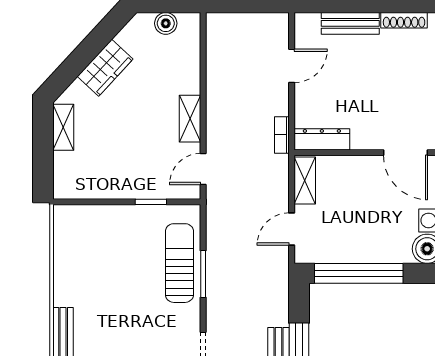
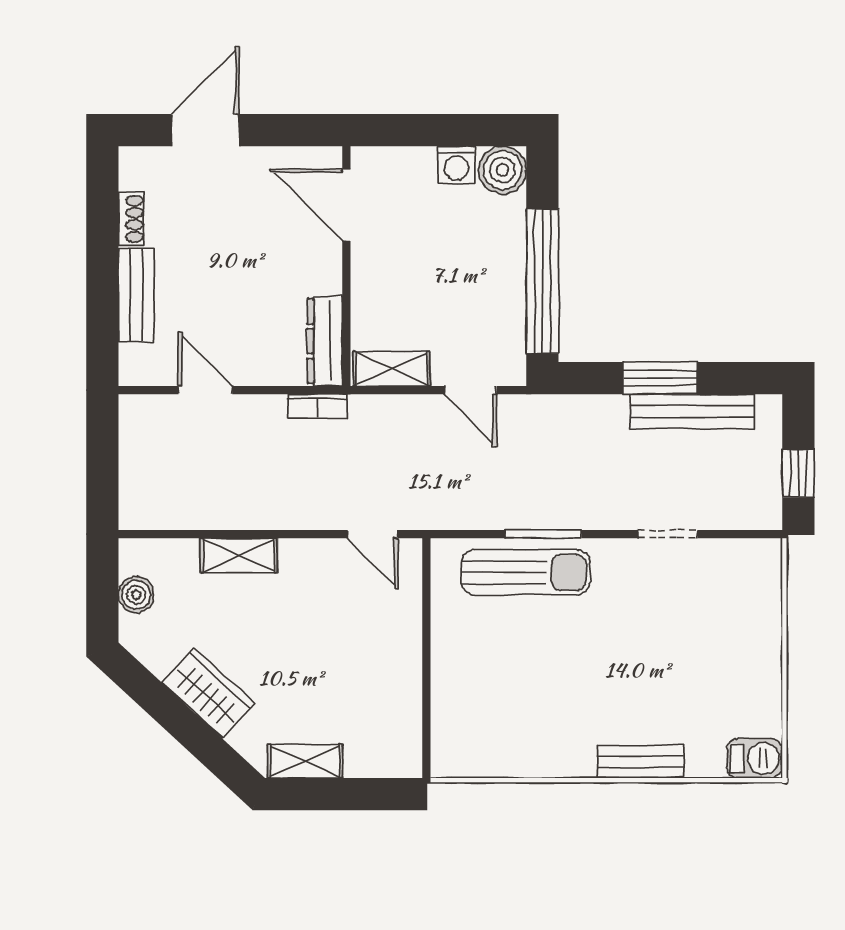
shoe rack: (404, 20) -> (131, 219), width x0.70
shelving: (190, 119) -> (239, 555), moved
door: (405, 153) -> (346, 205), swing flipped
window: (151, 202) -> (426, 619), removed
sun lounger: (179, 263) -> (526, 572), turned 180

